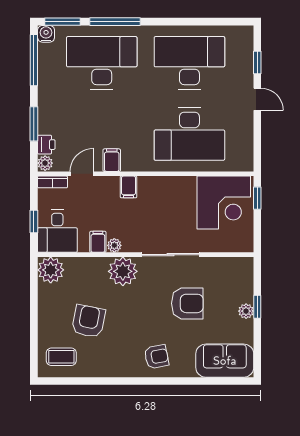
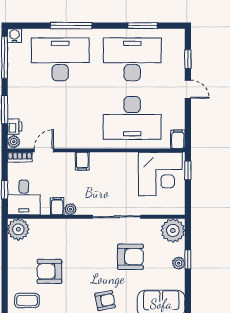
window: (63, 22) -> (142, 26), moved
filing cabinet: (112, 160) -> (178, 139), moved
plant: (123, 271) -> (173, 230), moved
armchair: (89, 321) -> (49, 271), turned -101

